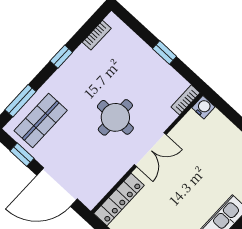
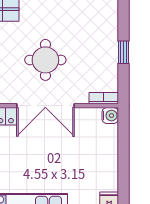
double door: (150, 150) -> (45, 106), width x1.37

